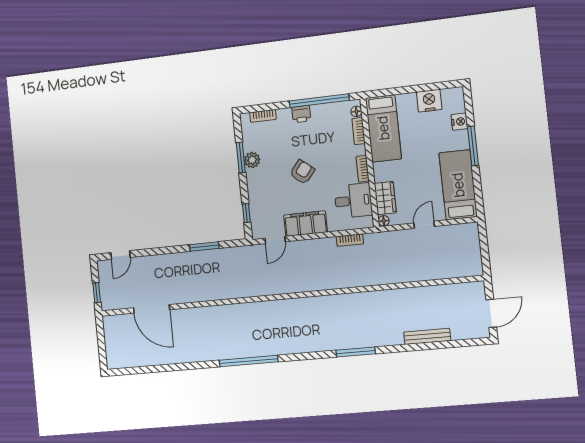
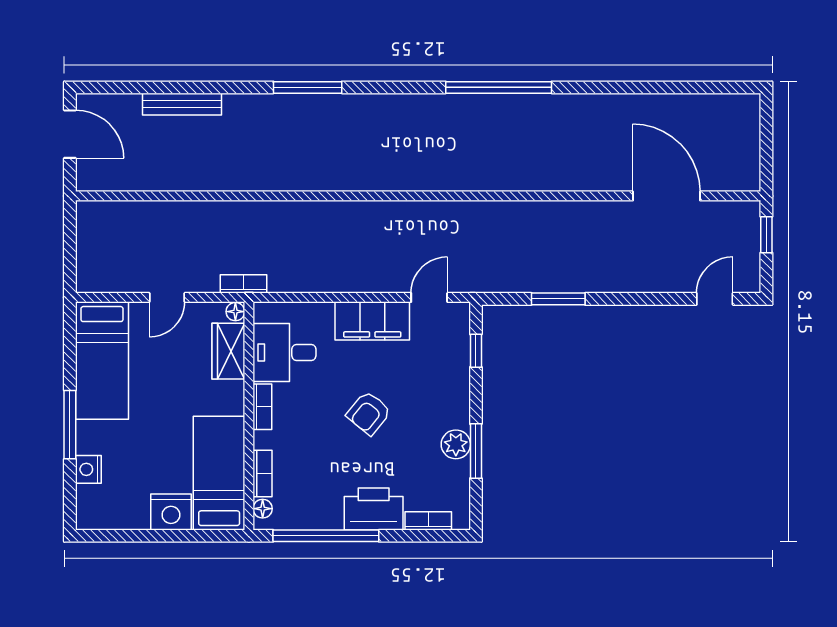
nightstand: (429, 101) -> (171, 512), moved
printer: (301, 114) -> (374, 509), width x1.87, depth x1.48
bookcase: (350, 240) -> (243, 284), moved
door: (491, 313) -> (70, 134), swing flipped

